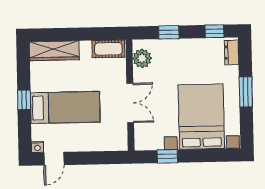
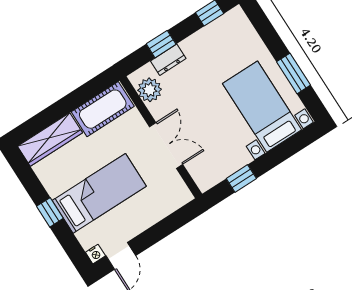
cot: (108, 49) -> (103, 109), width x1.37, depth x1.34
dresser: (231, 53) -> (168, 60), moved, turned -90
window: (246, 92) -> (293, 73), moved
bed with nightstands: (201, 117) -> (262, 107), width x0.73

